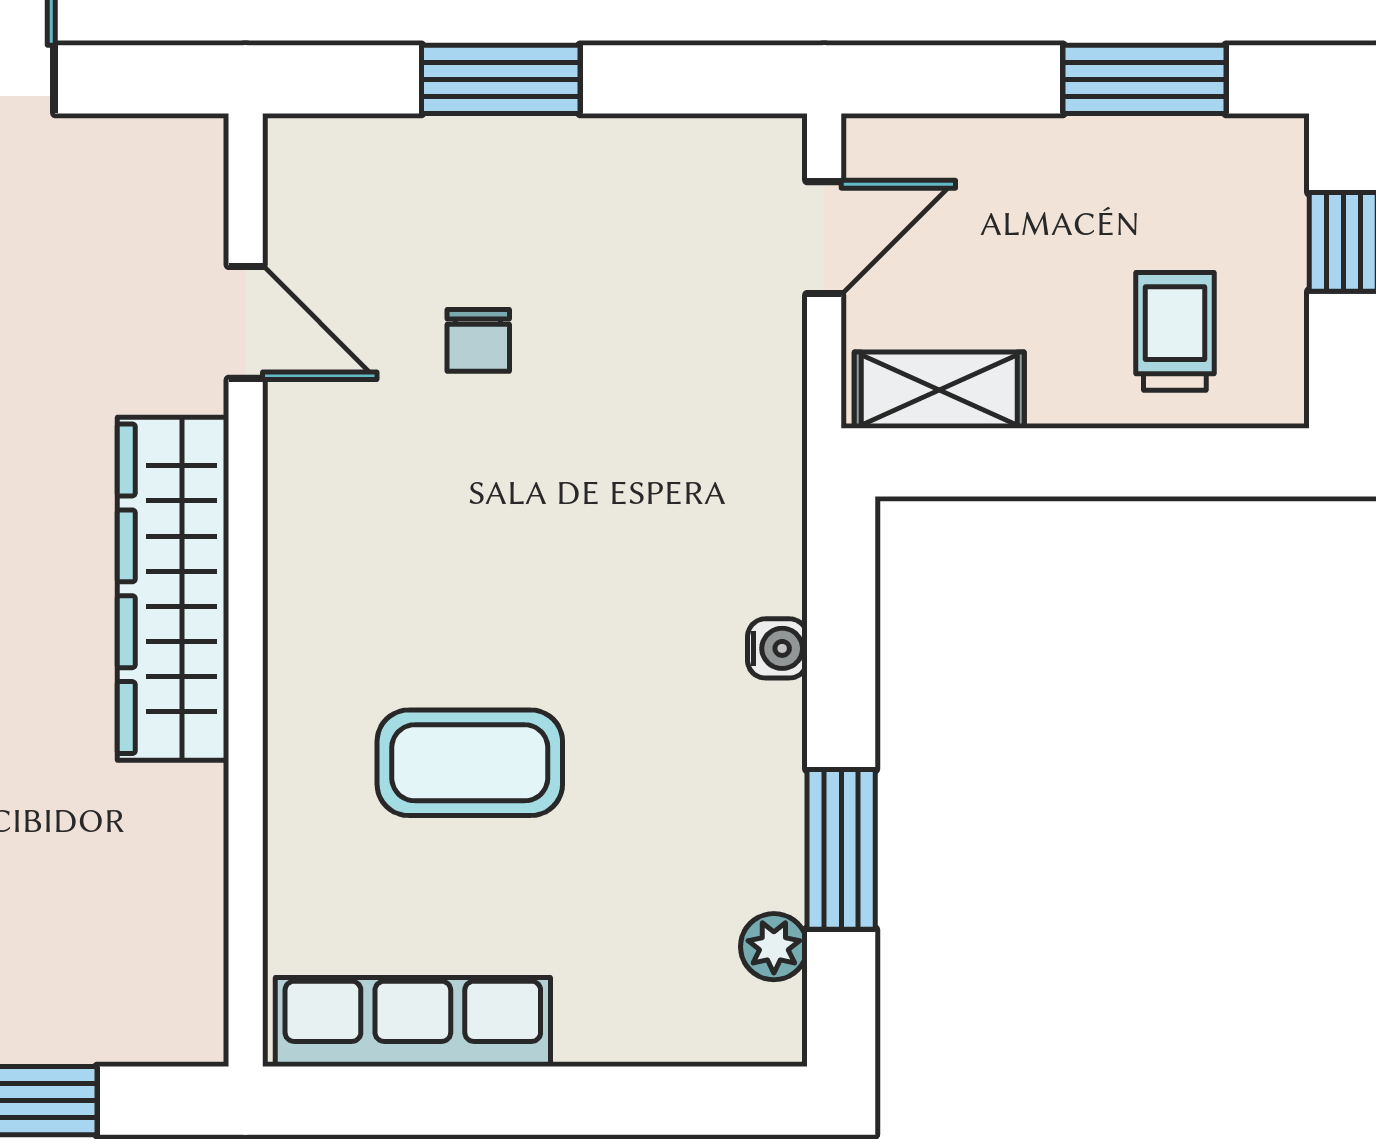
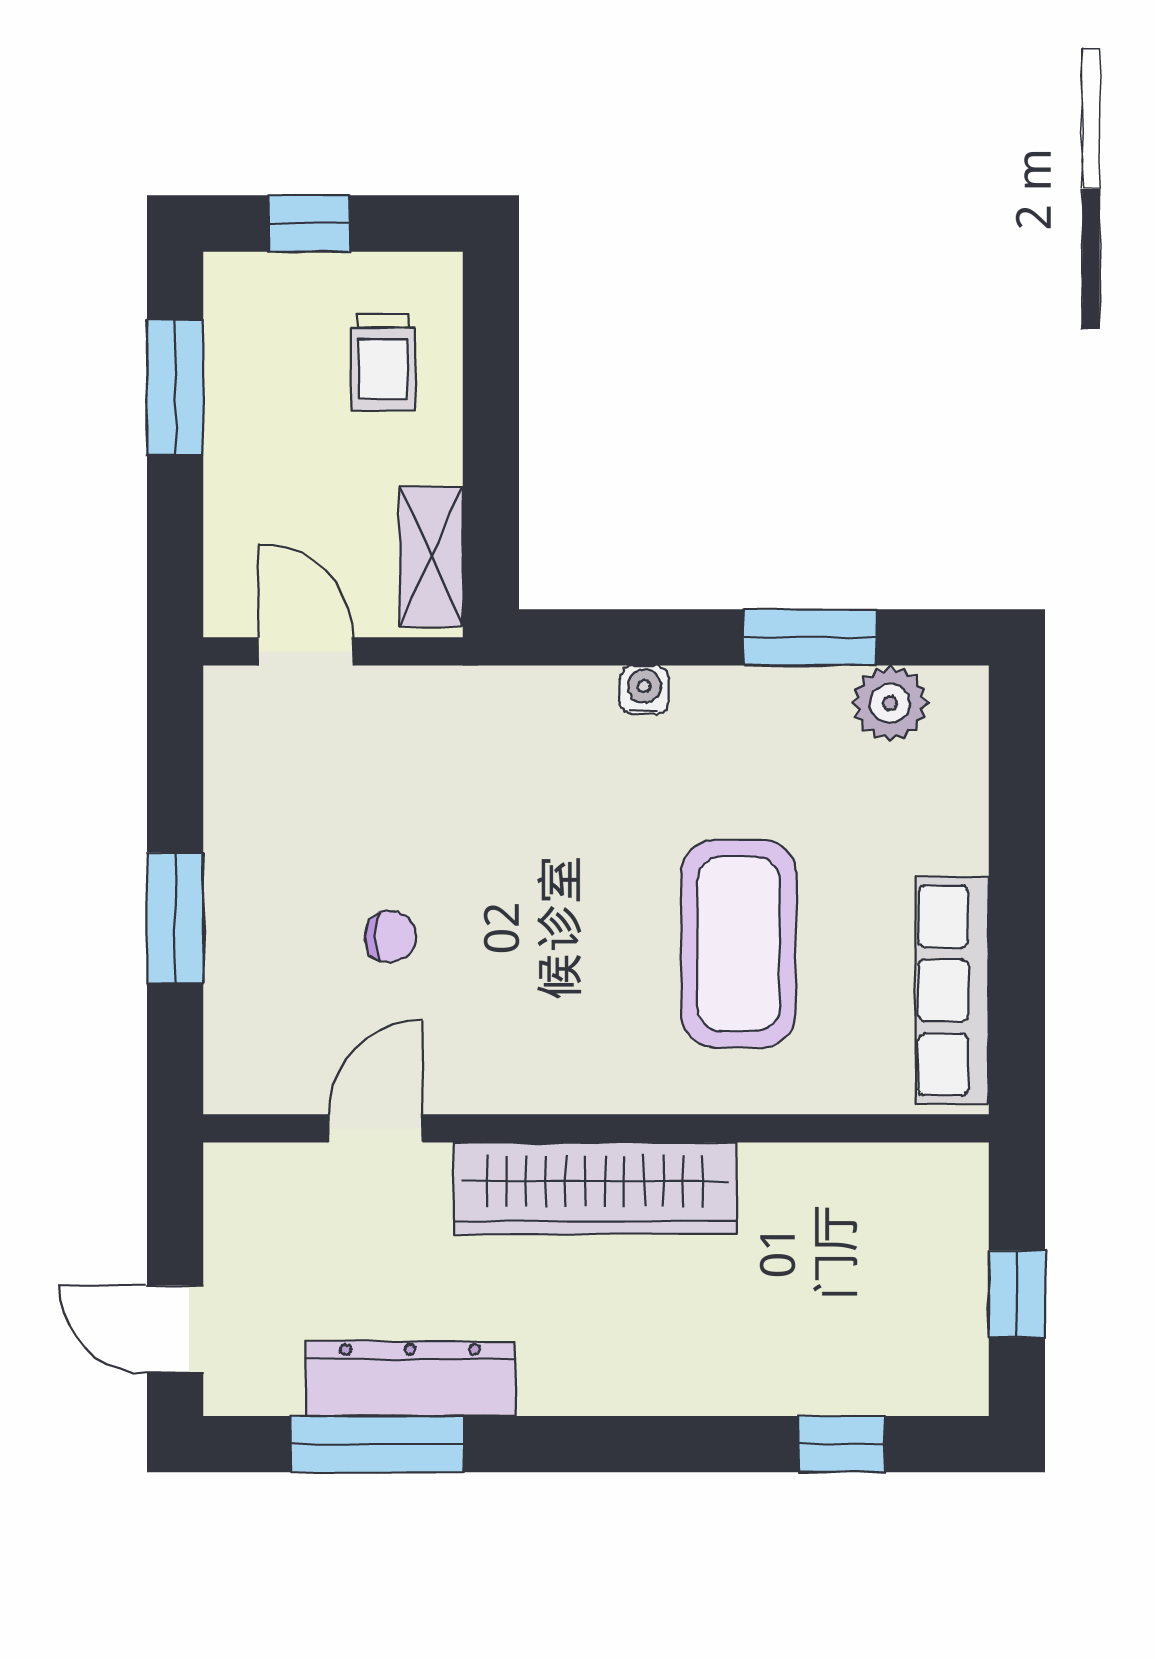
trolley: (1175, 331) -> (383, 362), turned -90
coffee table: (470, 763) -> (738, 944), width x1.36, depth x1.32
plant: (774, 947) -> (890, 703), width x1.38, depth x1.38

